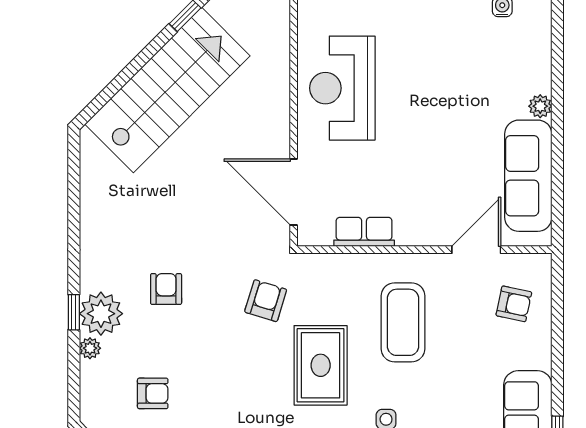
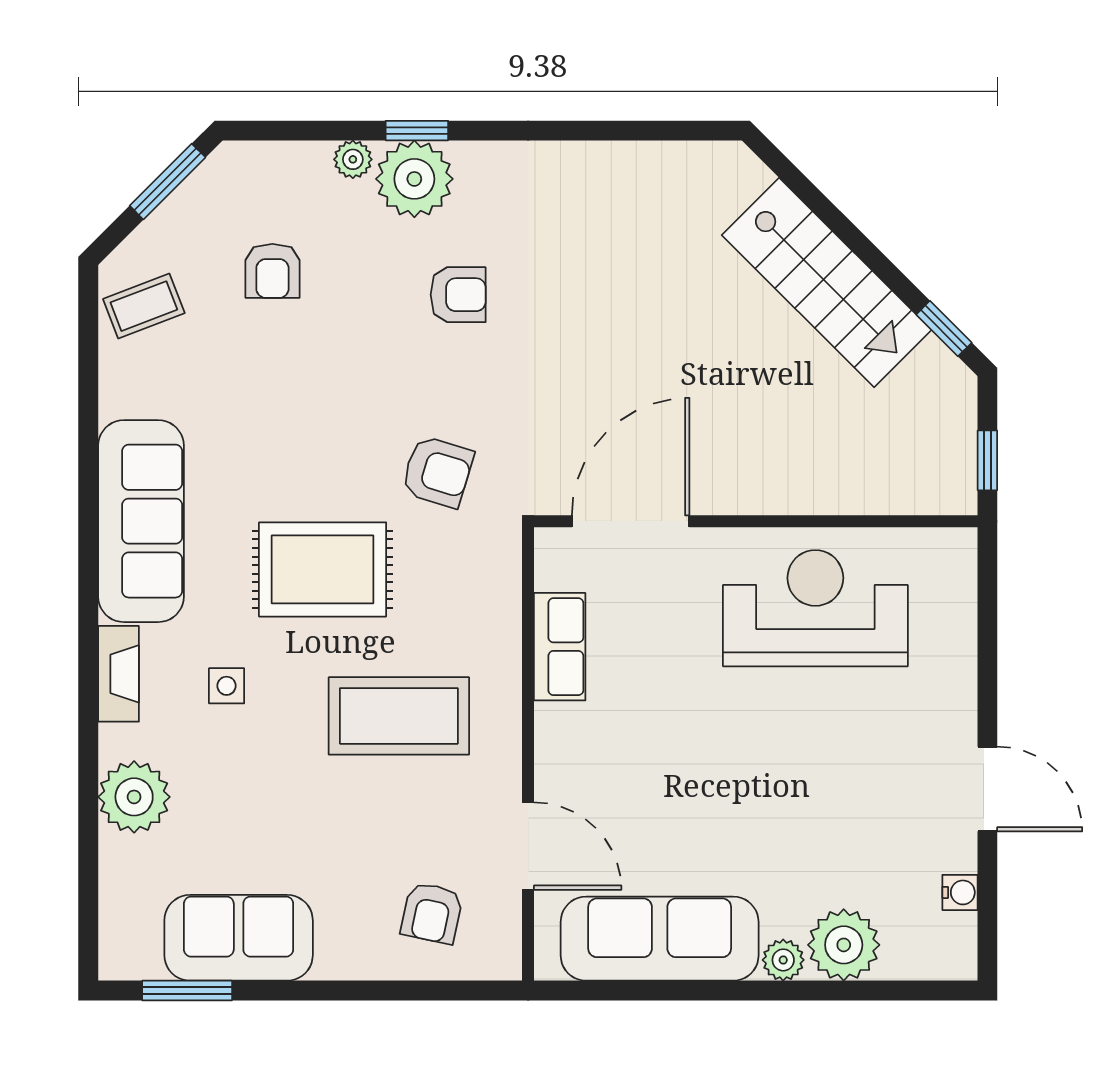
plant: (532, 72) -> (844, 945), added
stairs: (167, 90) -> (827, 283), width x0.73, depth x0.66

